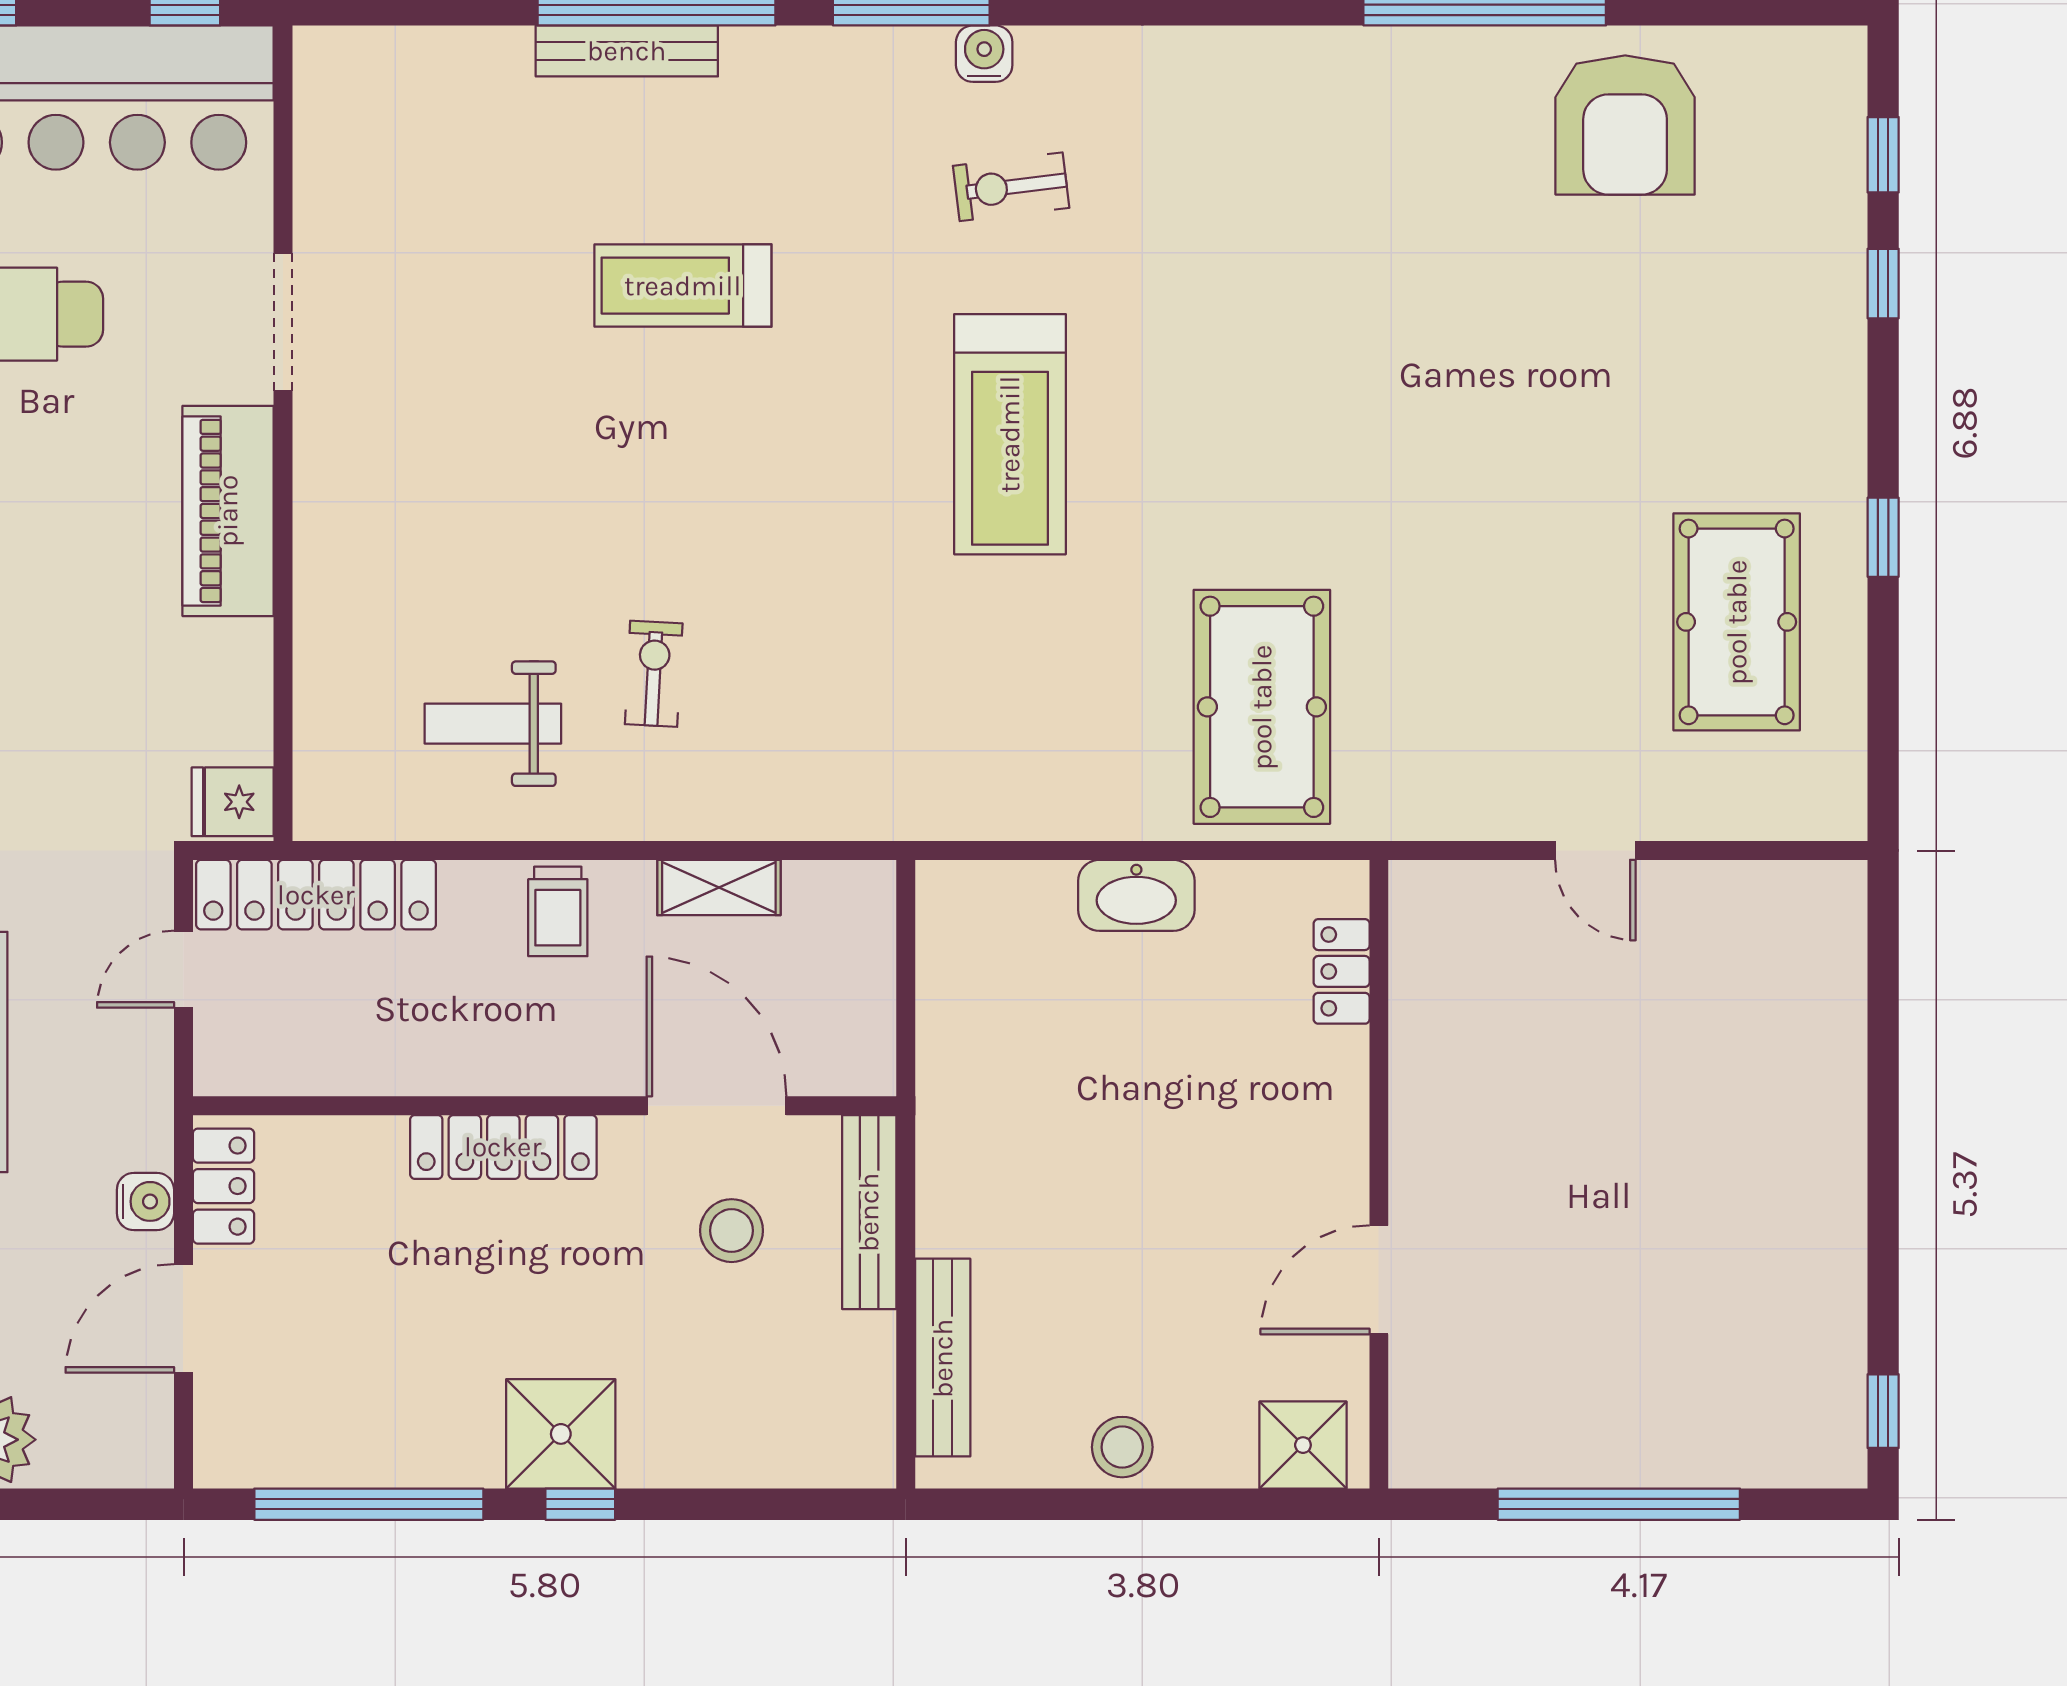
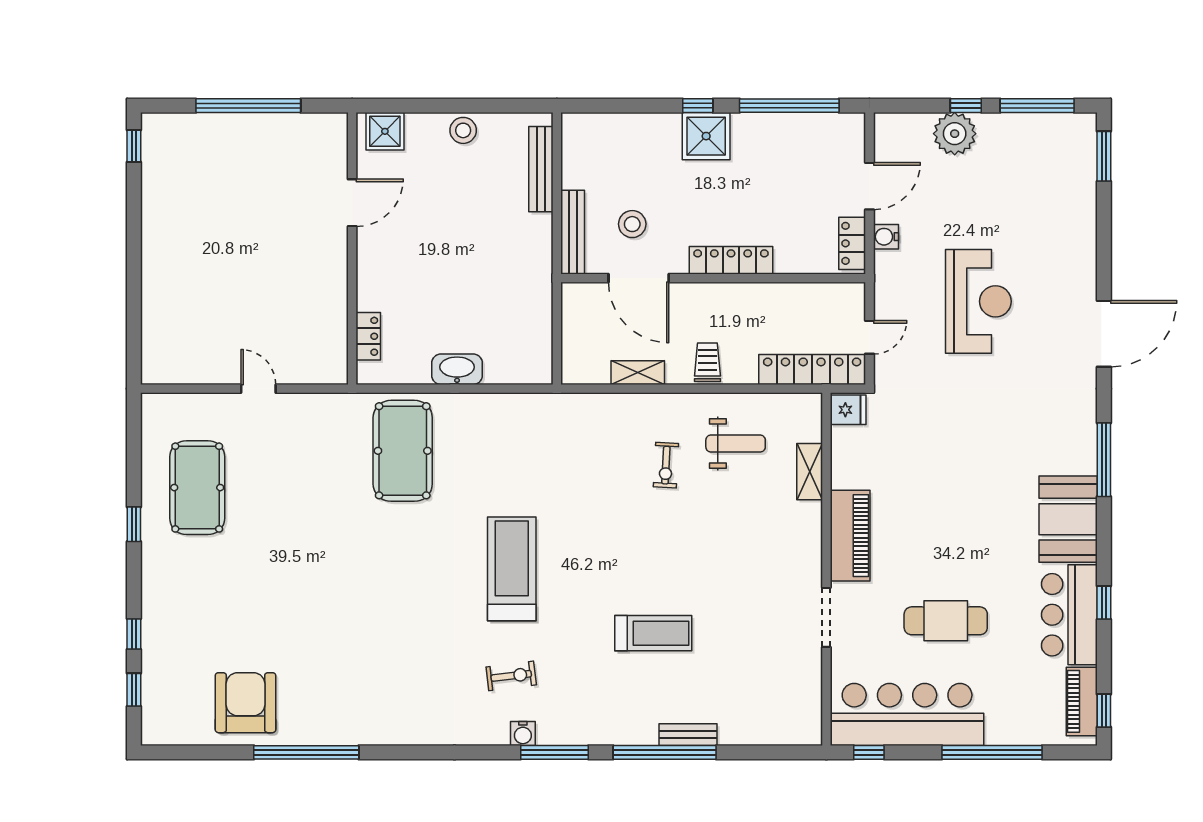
bench: (627, 51) -> (688, 735), width x0.73
shelving: (322, 659) -> (810, 472), added

